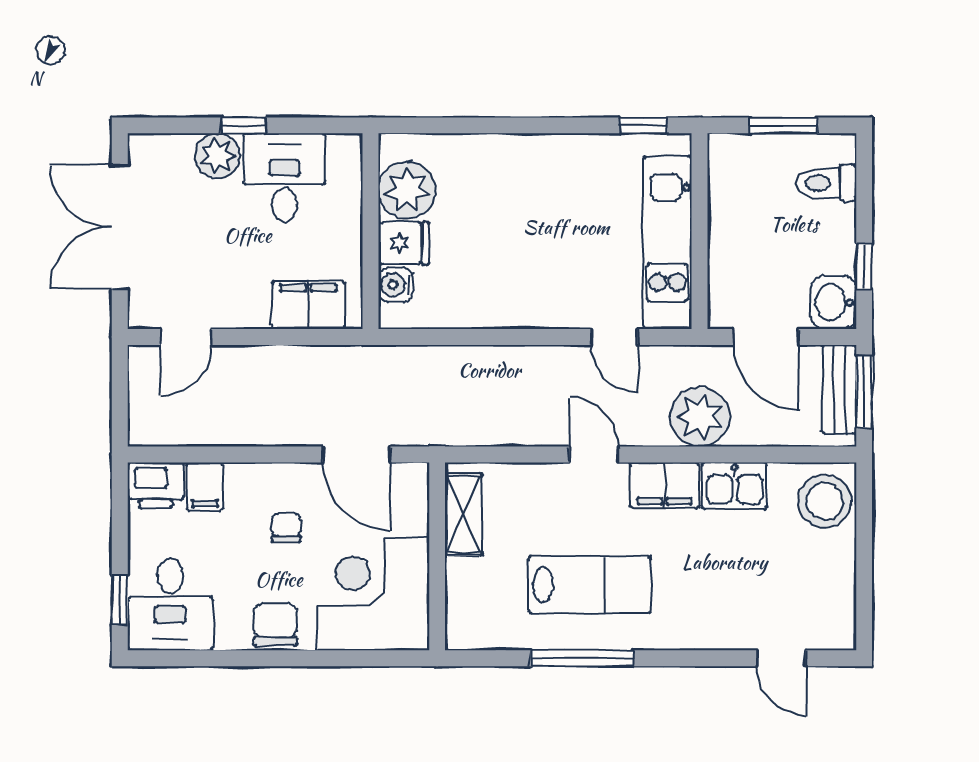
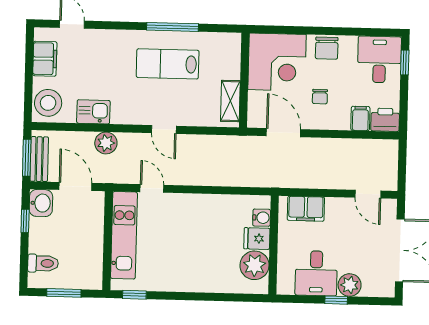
door: (186, 337) -> (368, 194), swing flipped
plant: (700, 417) -> (106, 143), width x0.73, depth x0.73
filing cabinet: (664, 485) -> (45, 59), moved, turned 90

